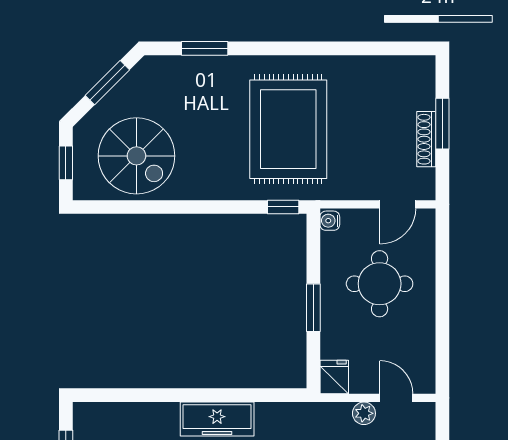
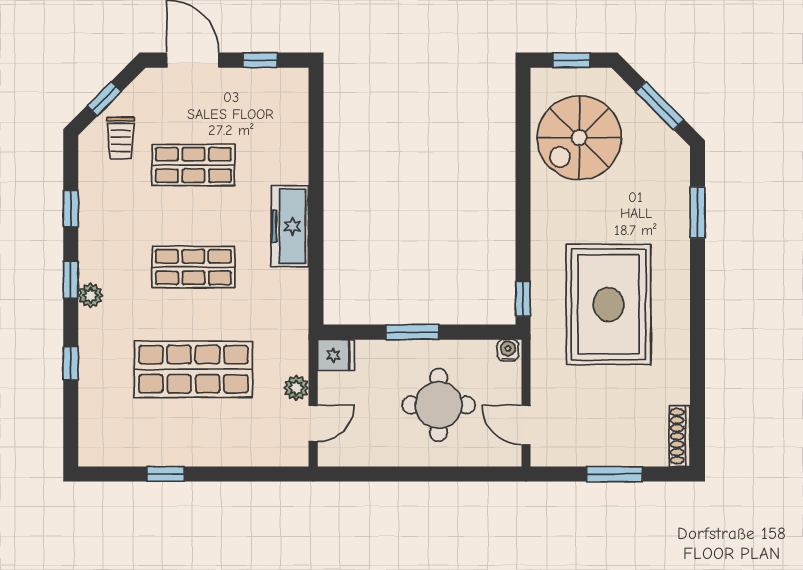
rug: (288, 129) -> (609, 305), turned 90
shoe rack: (426, 139) -> (680, 436), moved, turned -90

